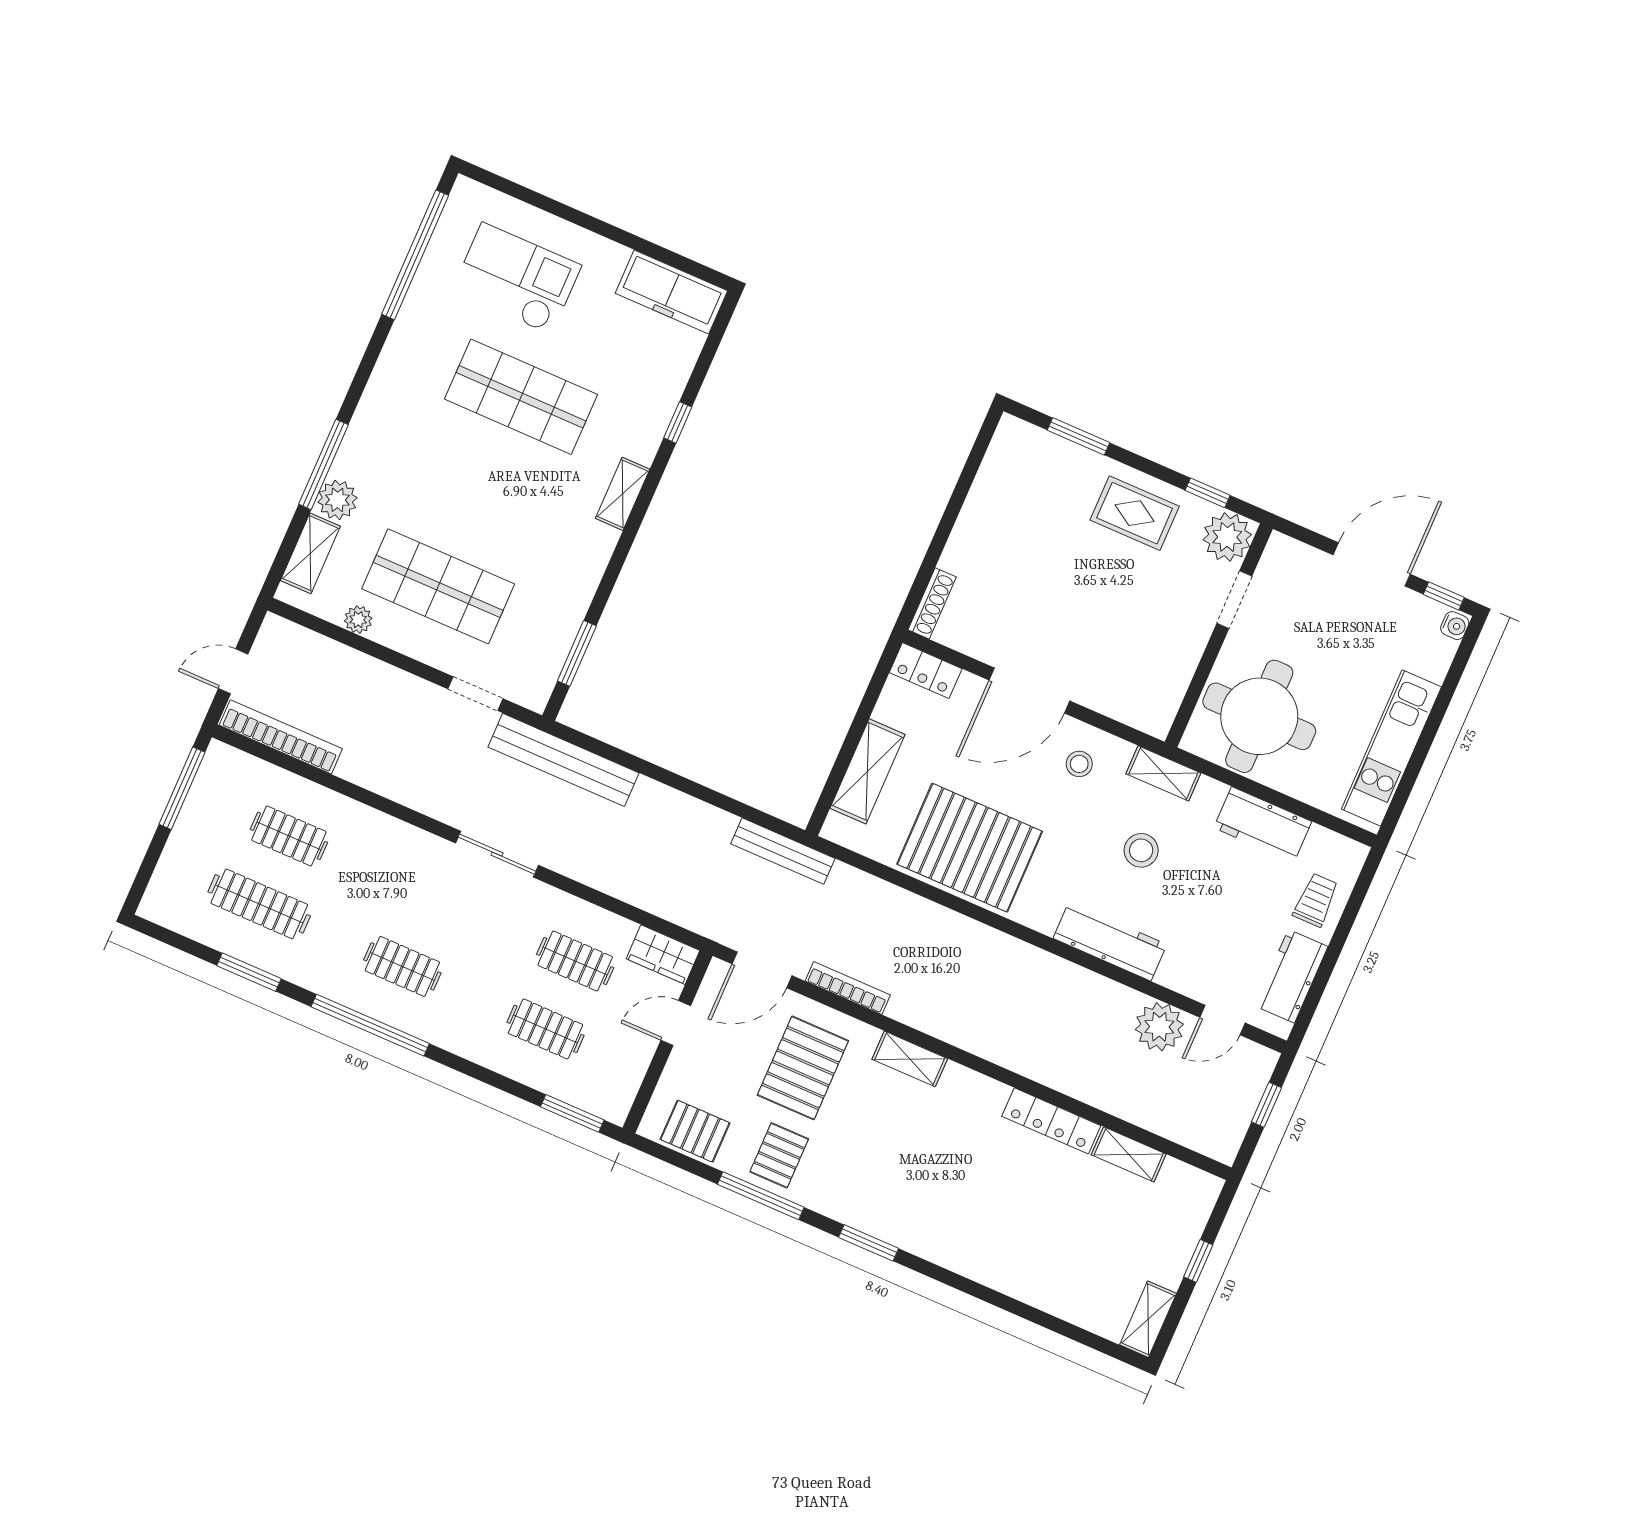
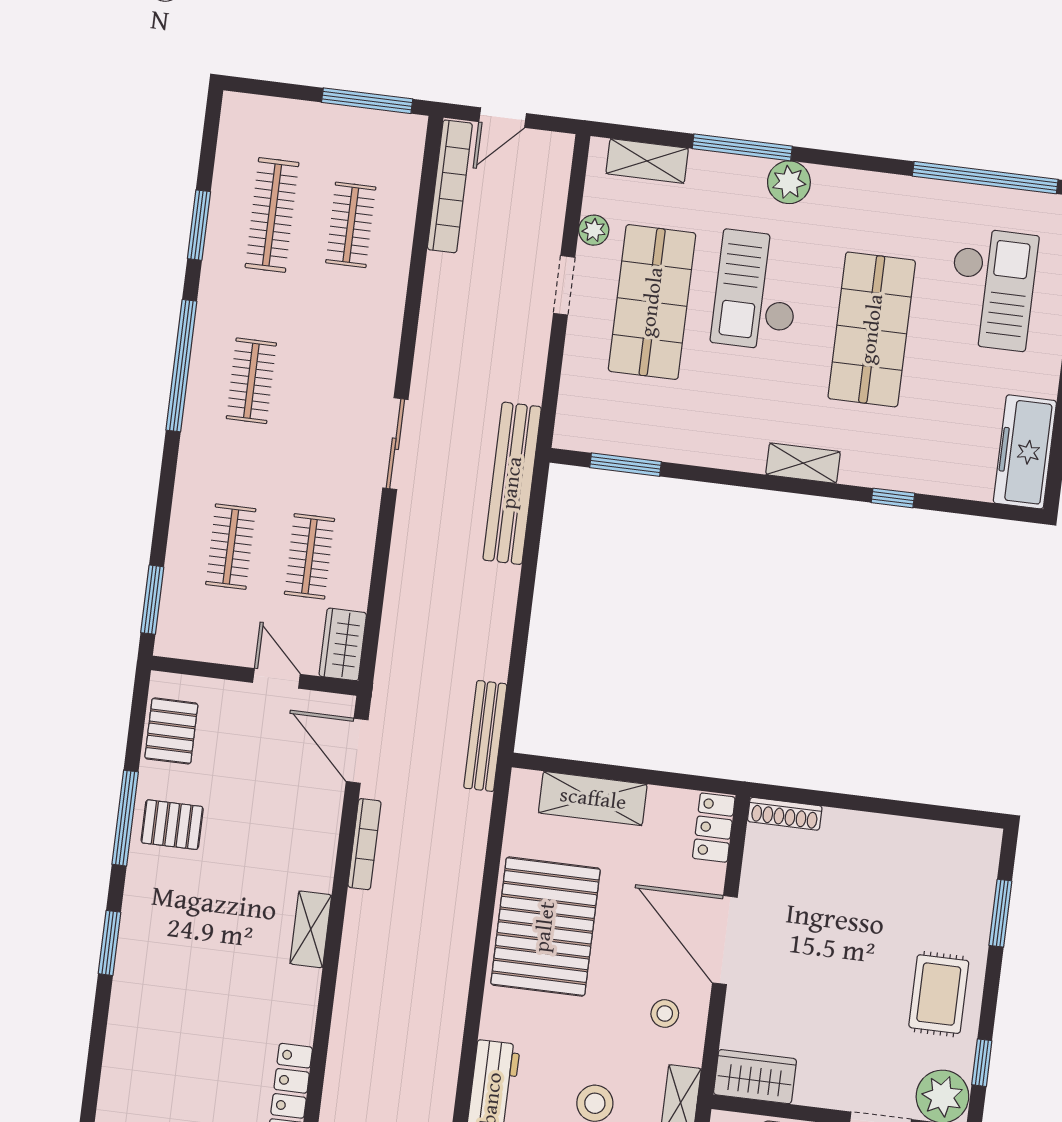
checkout: (455, 489) -> (757, 290), added
plant: (337, 500) -> (789, 182), moved
door: (233, 671) -> (503, 118), swing flipped
doorway: (475, 694) -> (564, 285), moved
wardrobe: (1160, 700) -> (755, 1077), added
pallet: (803, 1068) -> (269, 822), removed

